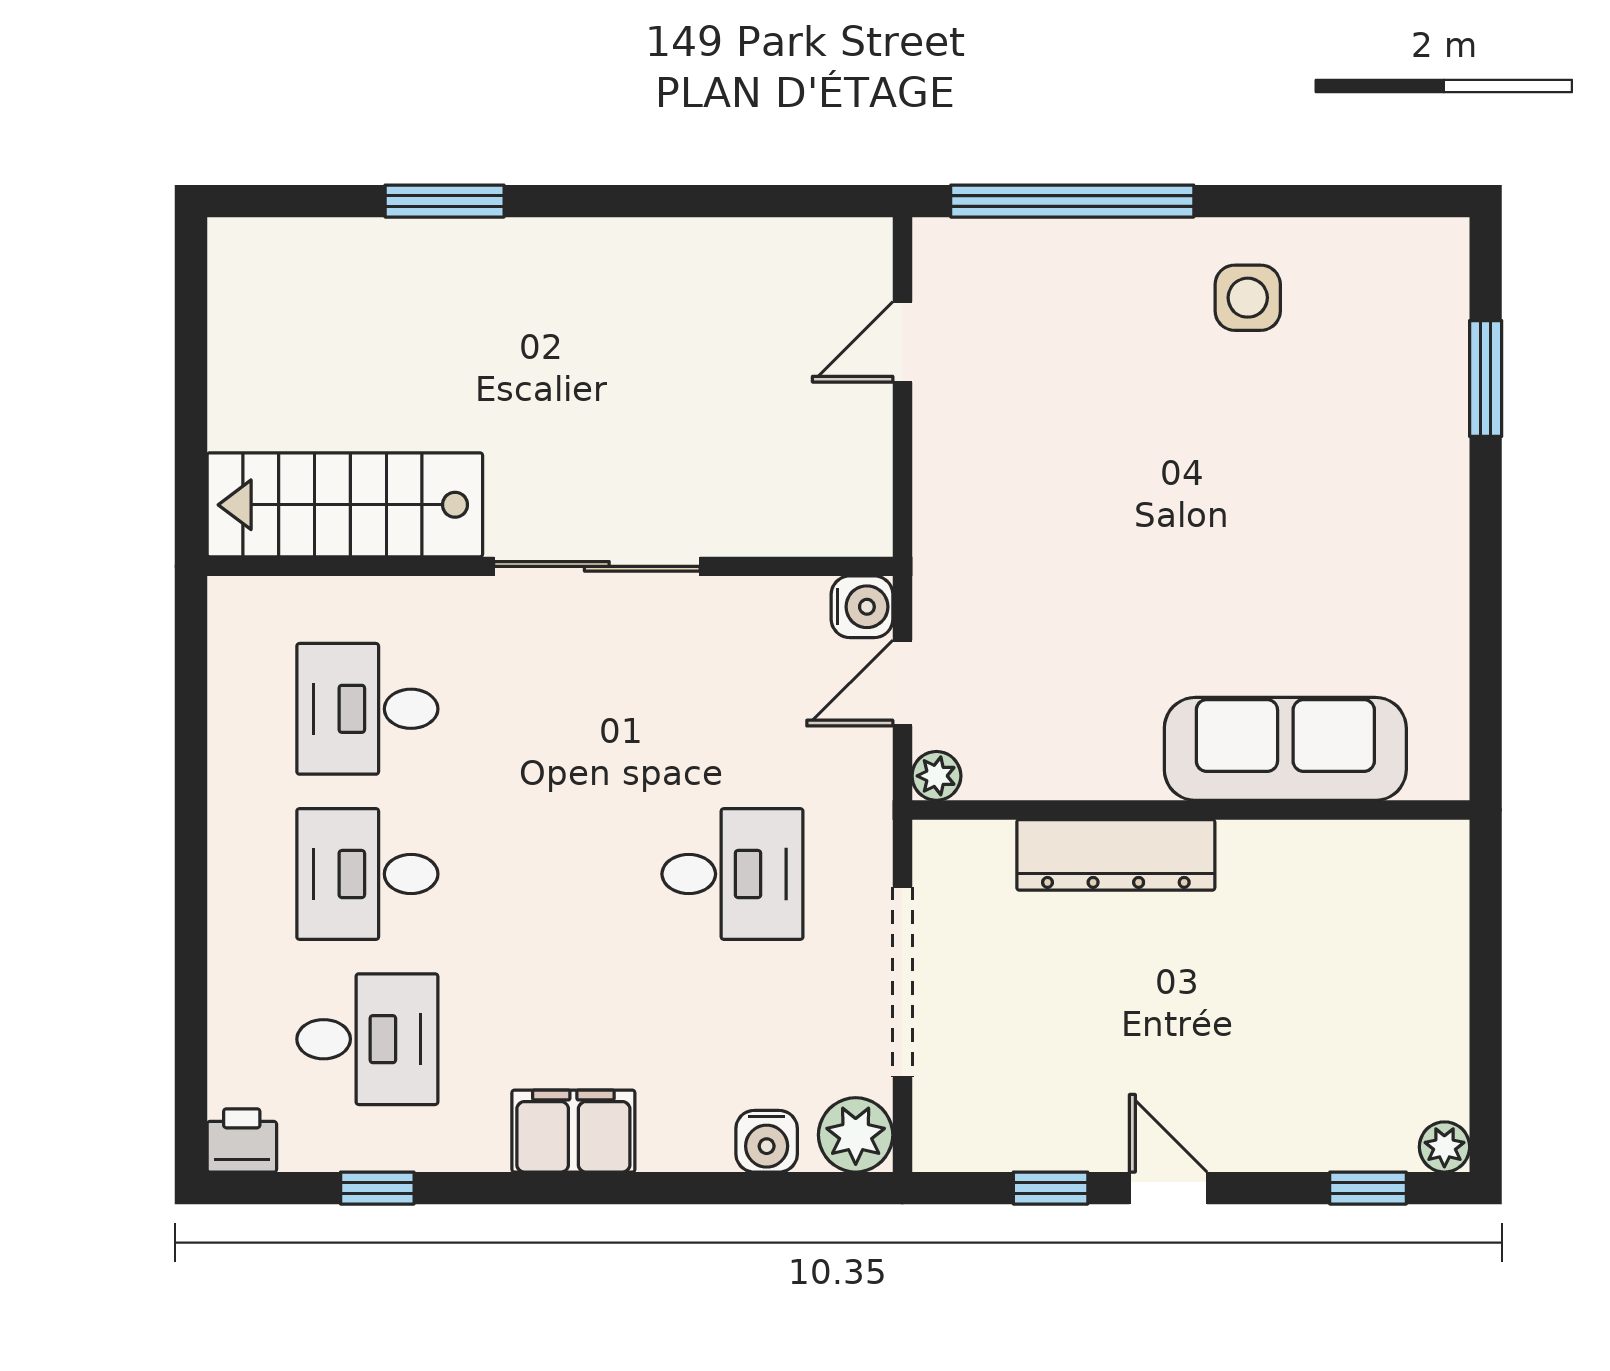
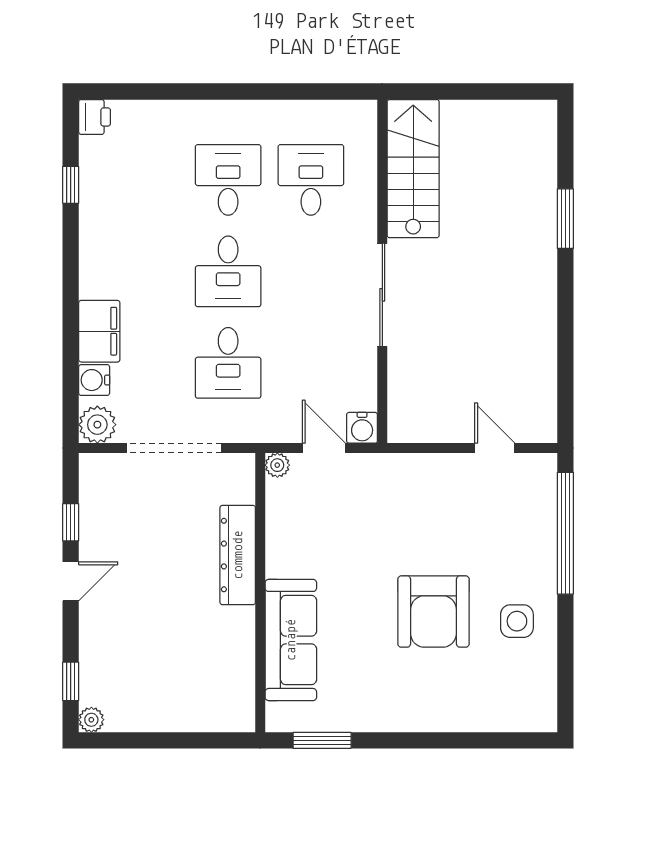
window: (1486, 379) -> (322, 740), moved
armchair: (1229, 464) -> (433, 612), added
desk: (367, 1039) -> (228, 271), moved
filing cabinet: (573, 1131) -> (99, 331), moved

